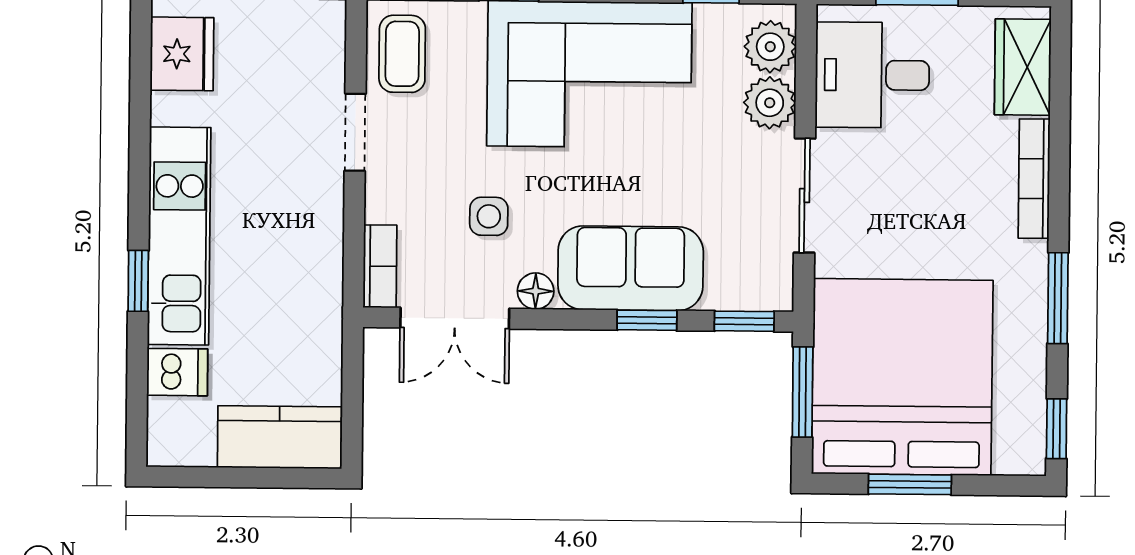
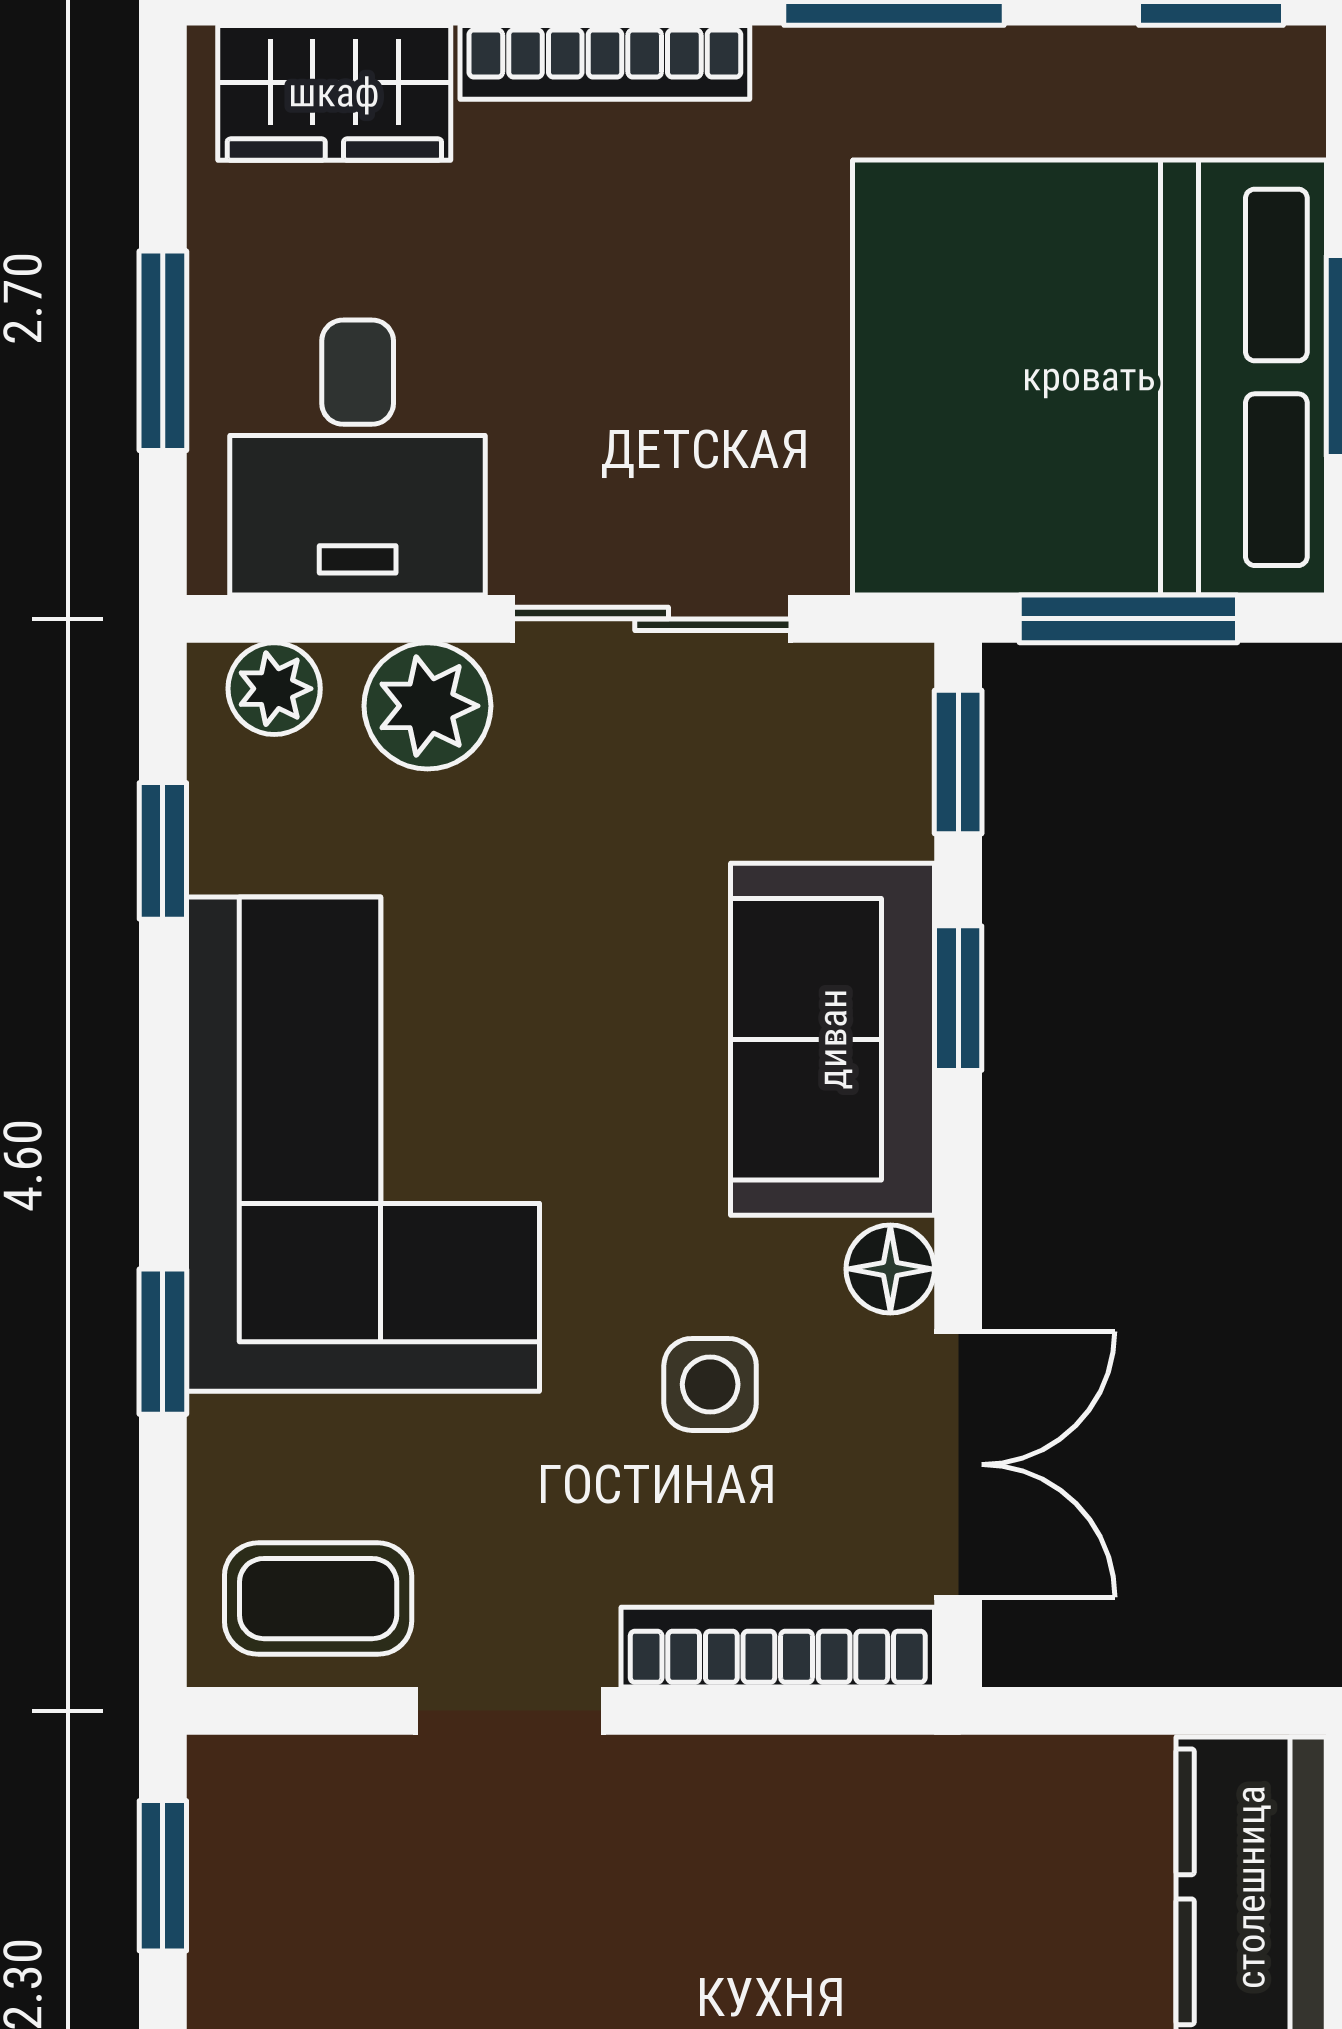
plant: (770, 47) -> (274, 689), width x0.73, depth x0.73
bookcase: (380, 266) -> (778, 1647), width x1.56

